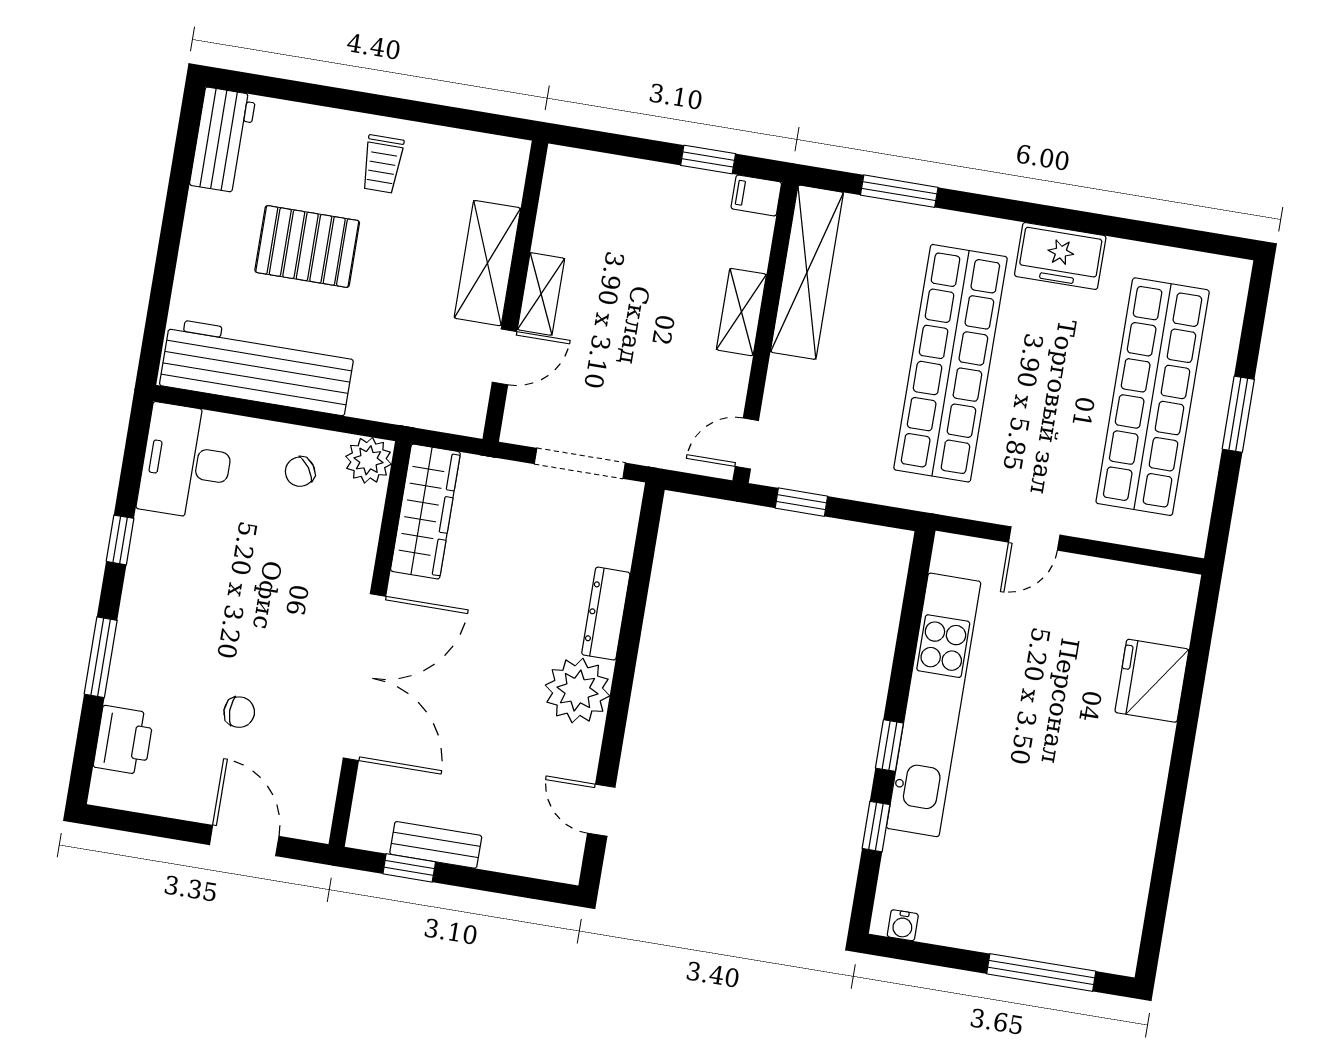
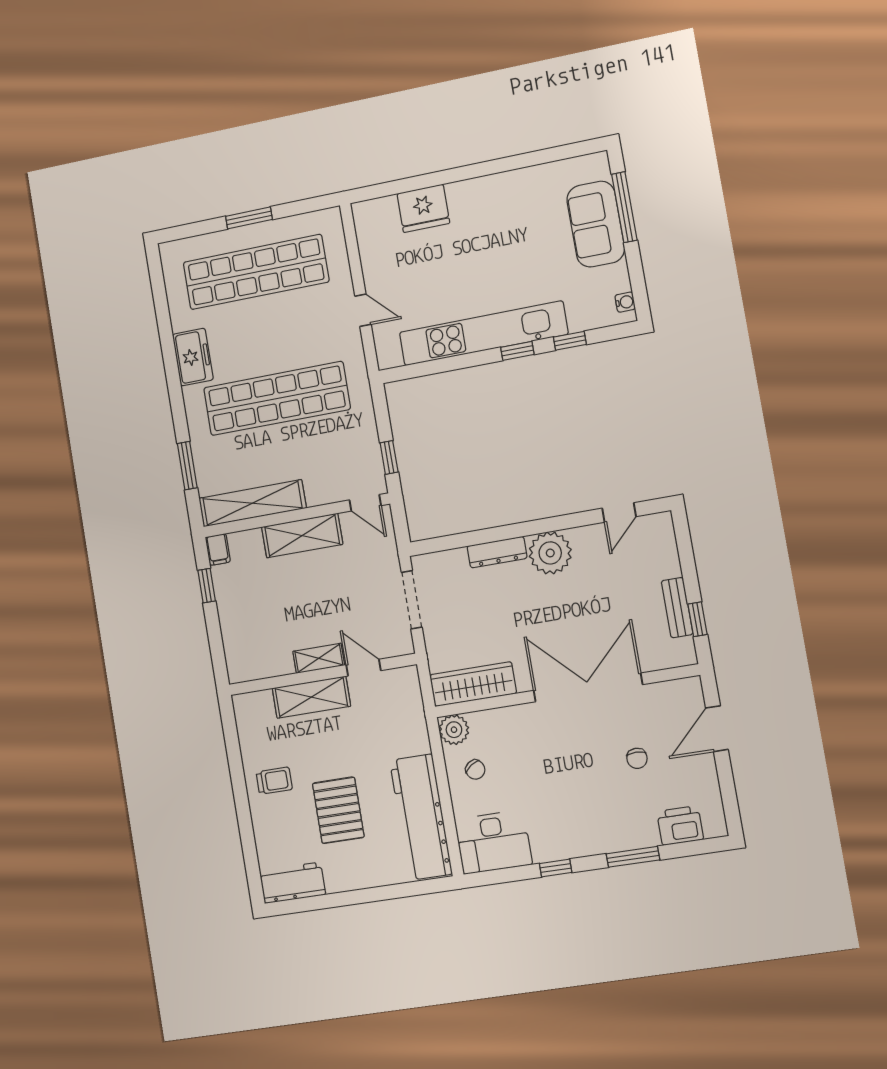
shelving: (741, 312) -> (302, 536), width x1.50, depth x1.33
chair: (239, 712) -> (637, 758), turned 180
sofa: (1032, 923) -> (596, 224), added

